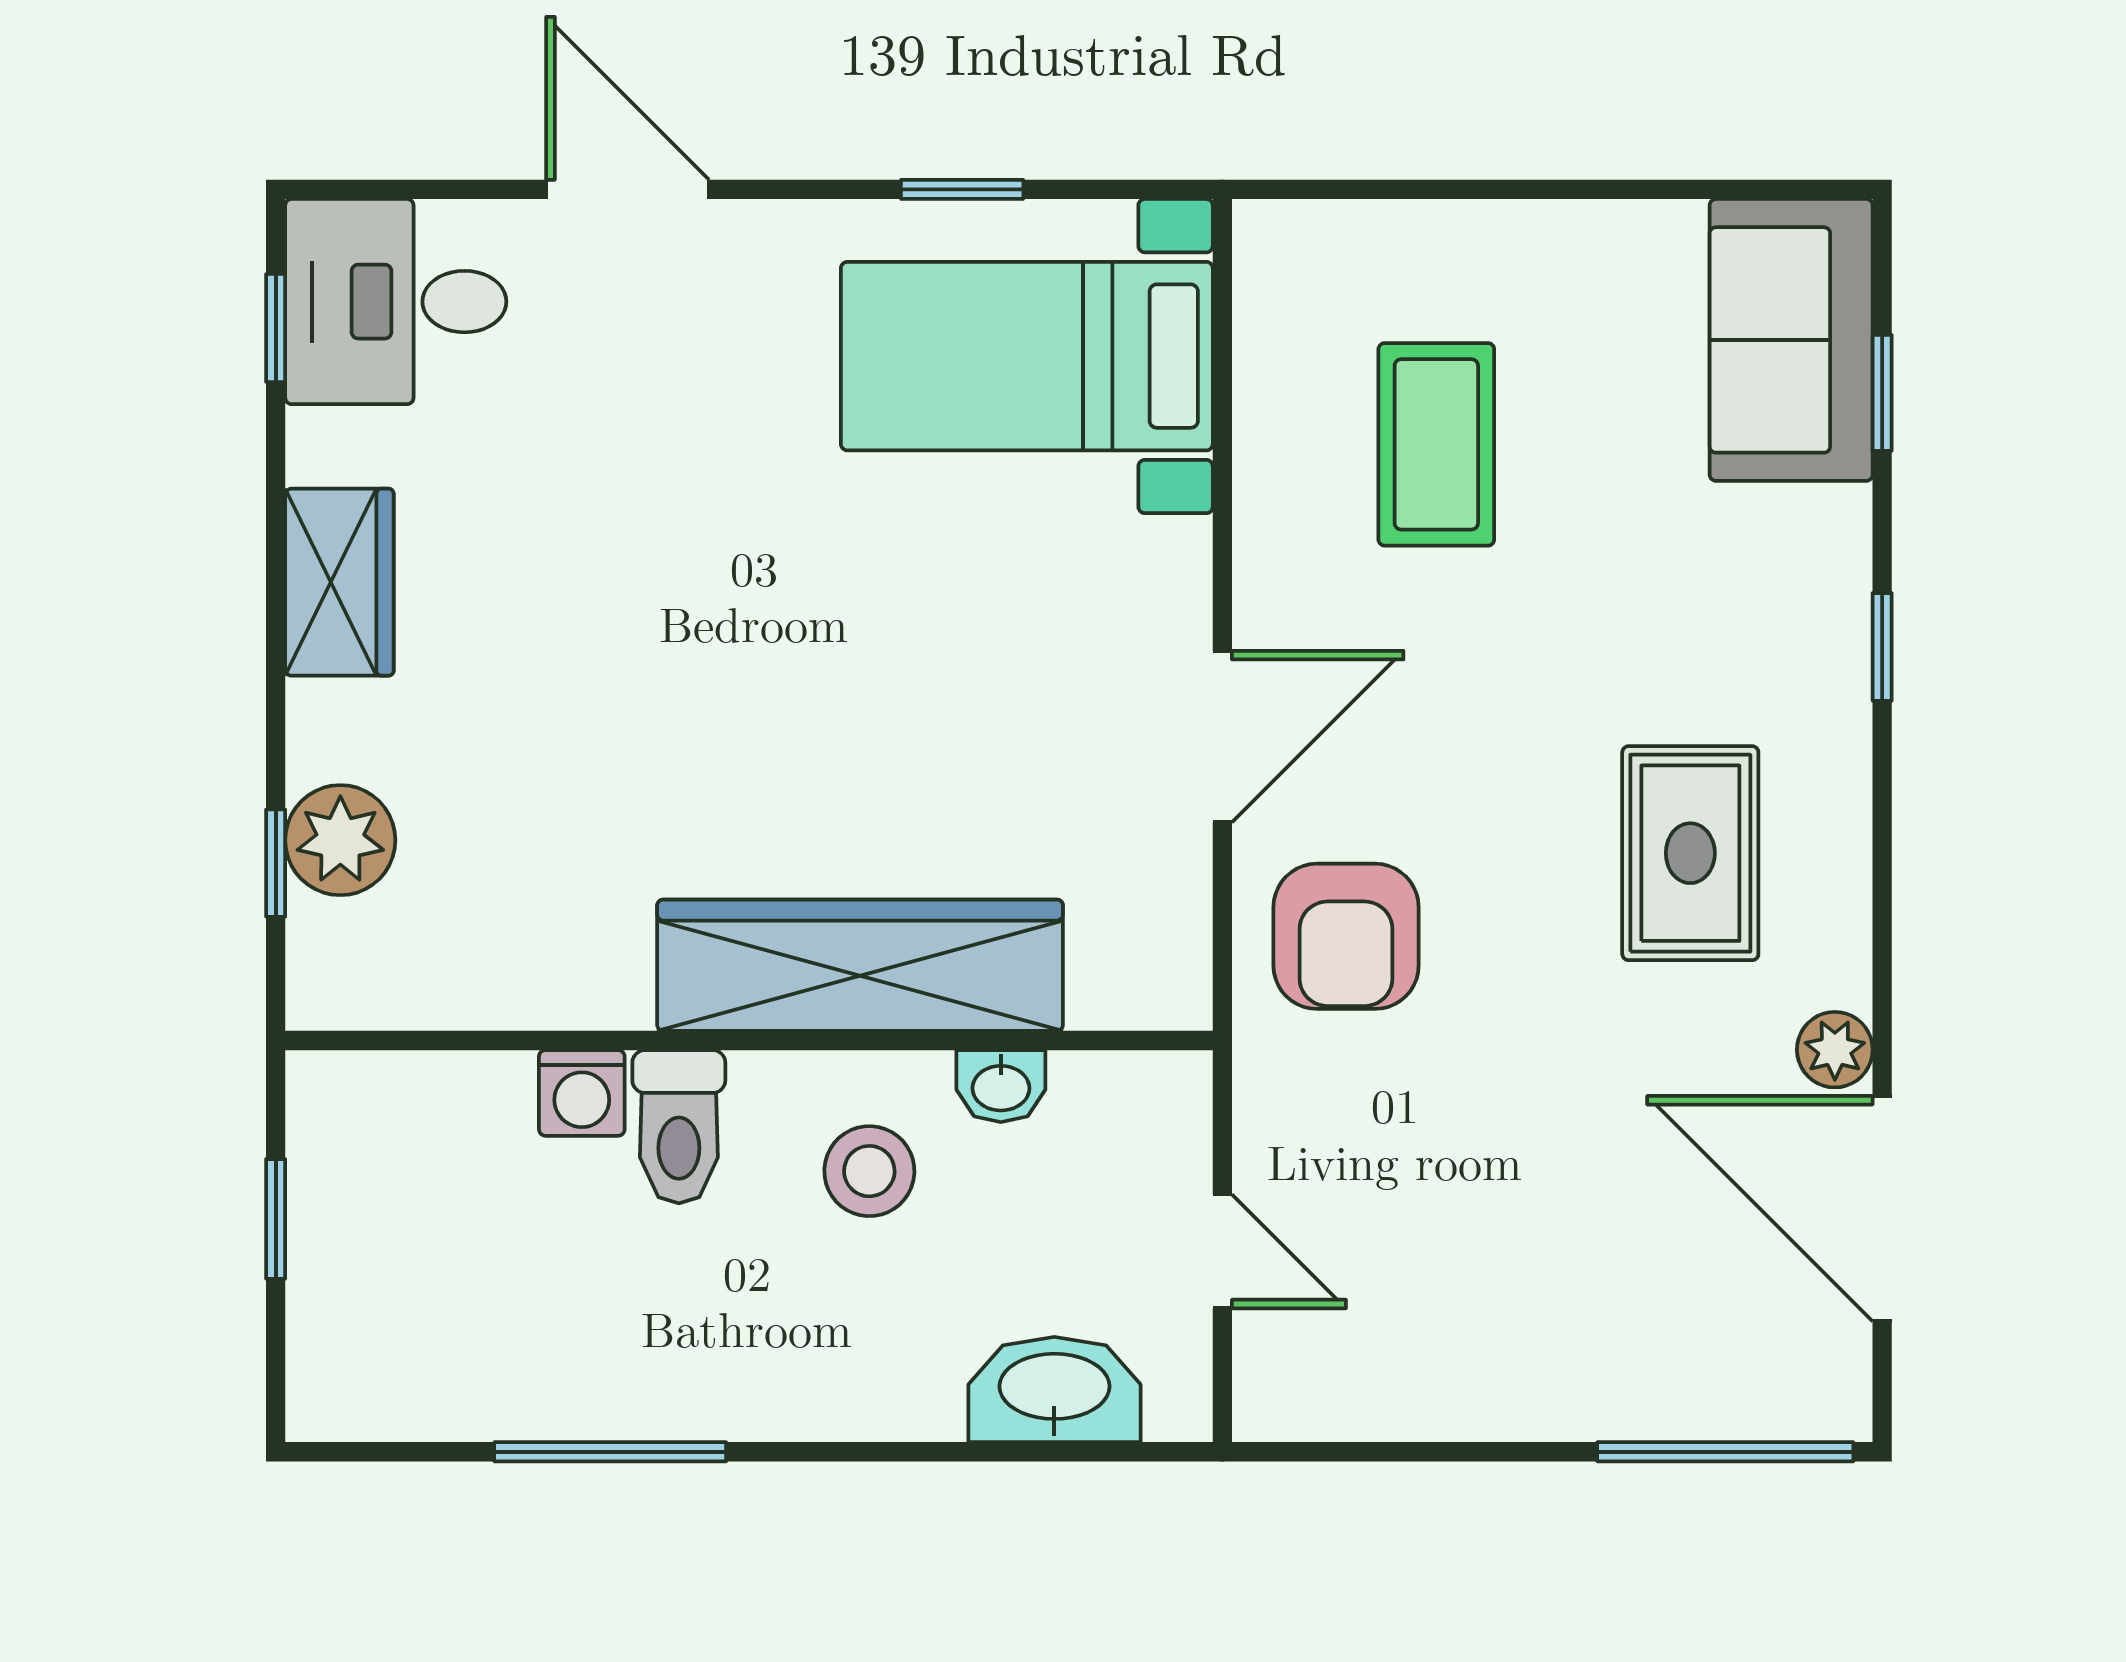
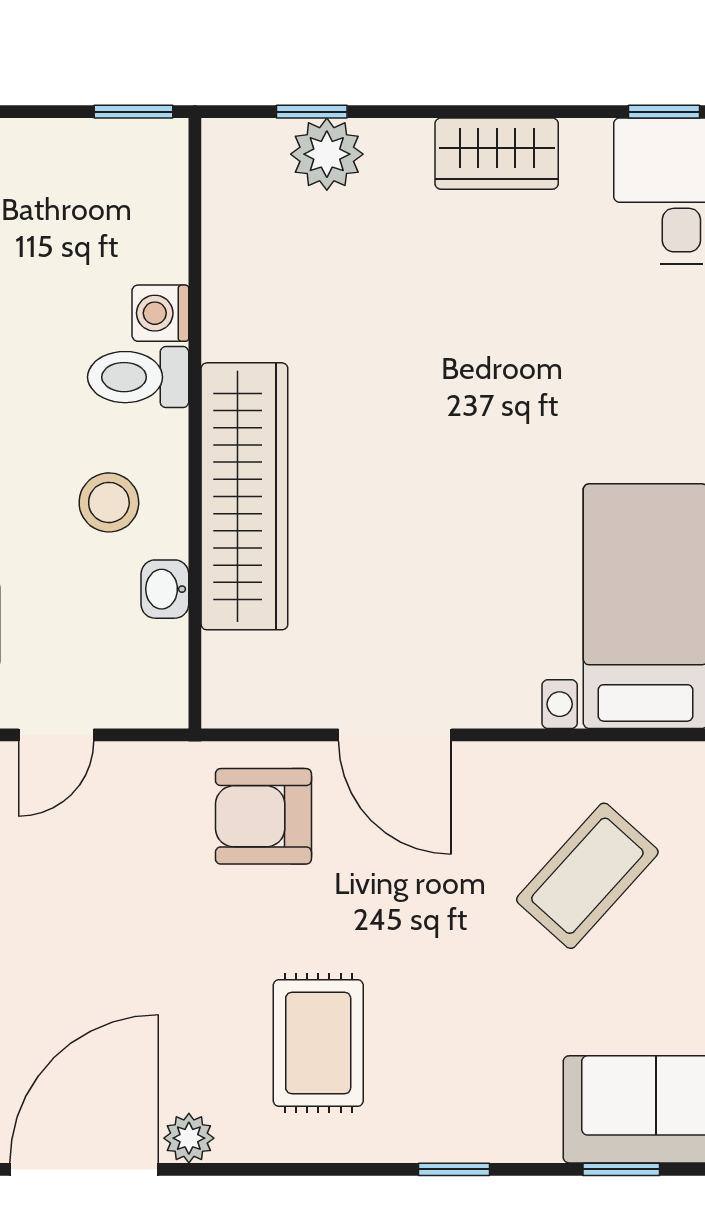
coffee table: (1436, 444) -> (587, 876), turned -48
rug: (1690, 853) -> (318, 1043), turned 90
window: (276, 1219) -> (133, 112), moved

